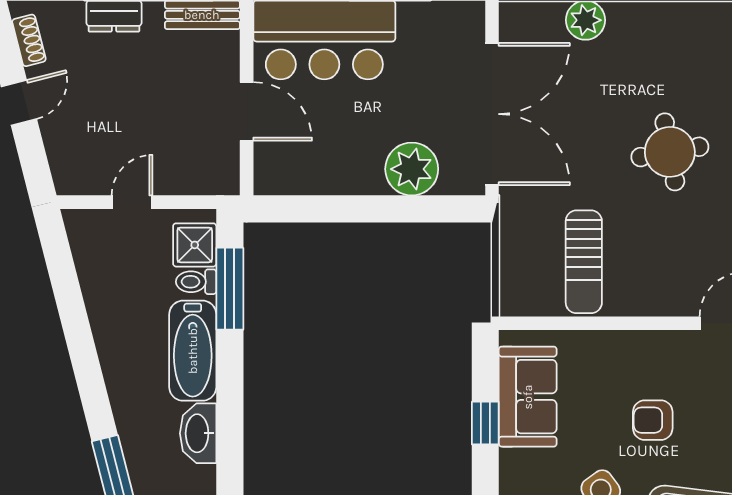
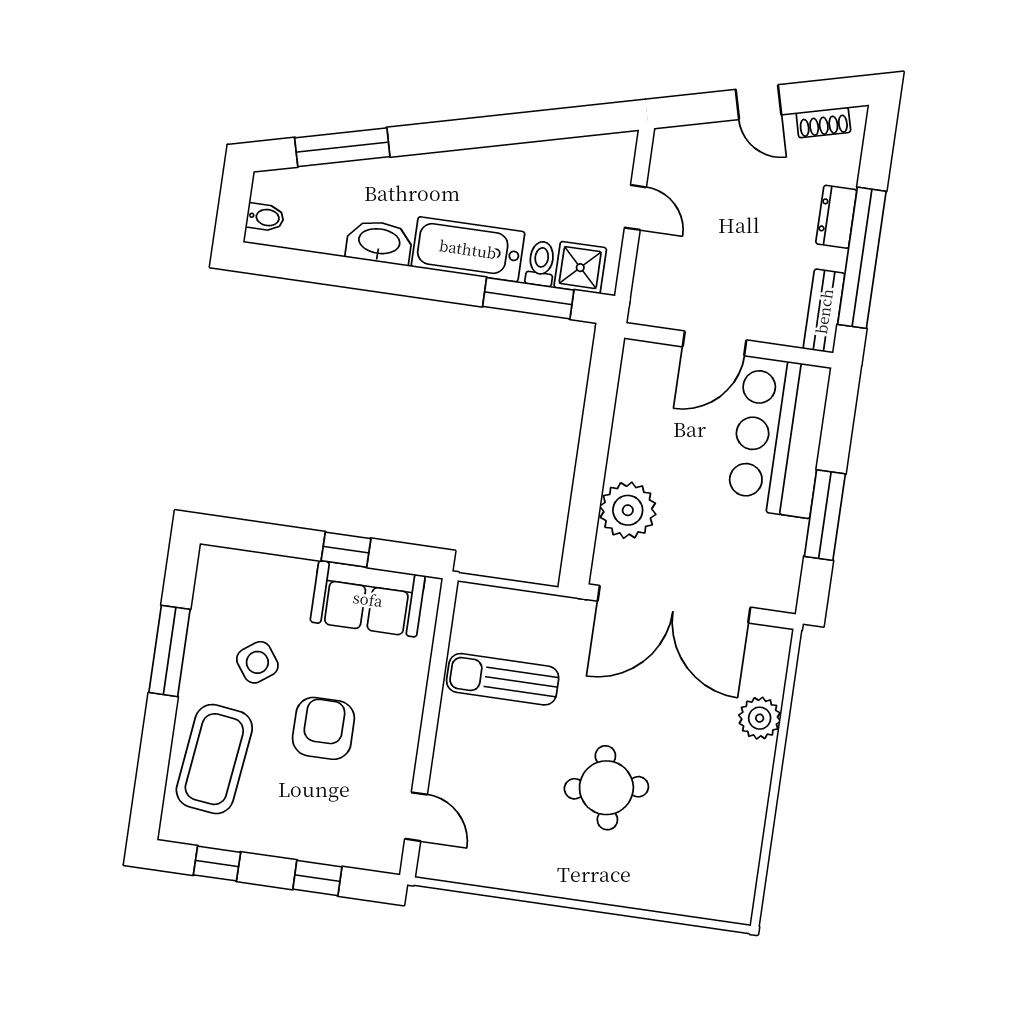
armchair: (653, 420) -> (323, 728), width x1.38, depth x1.38

